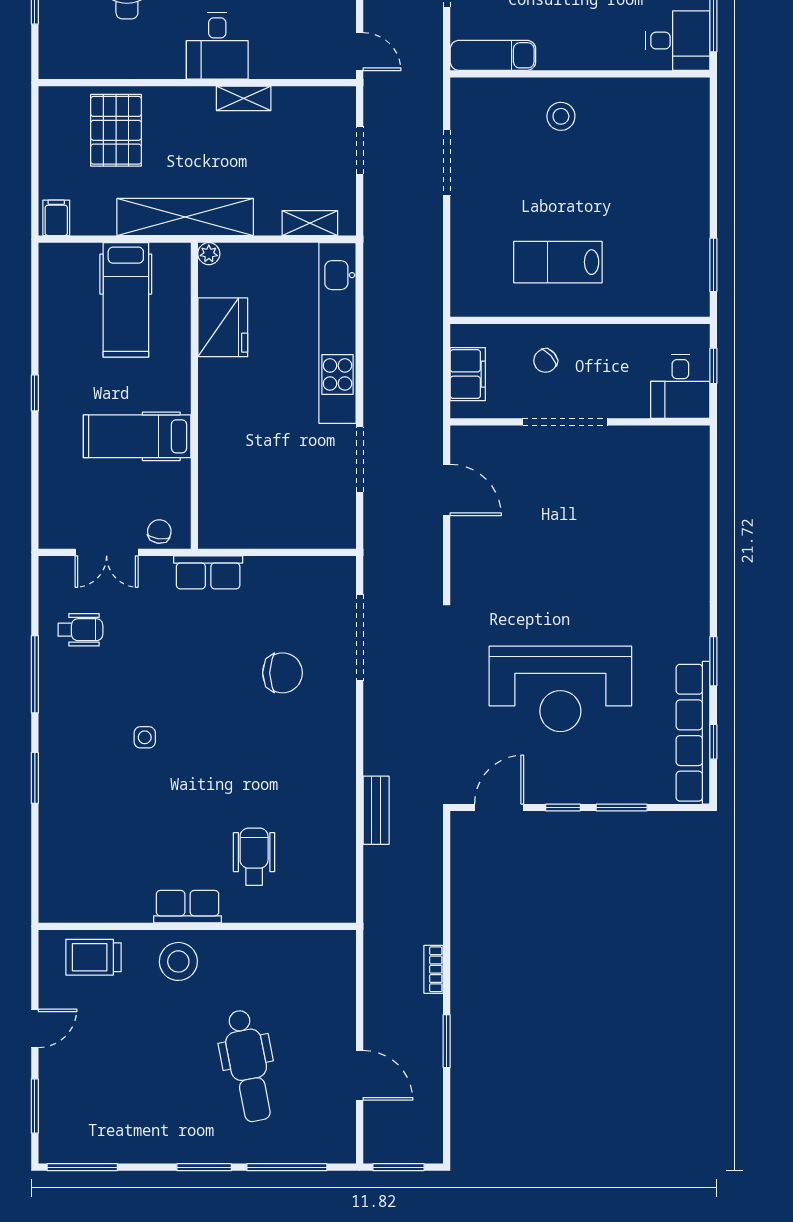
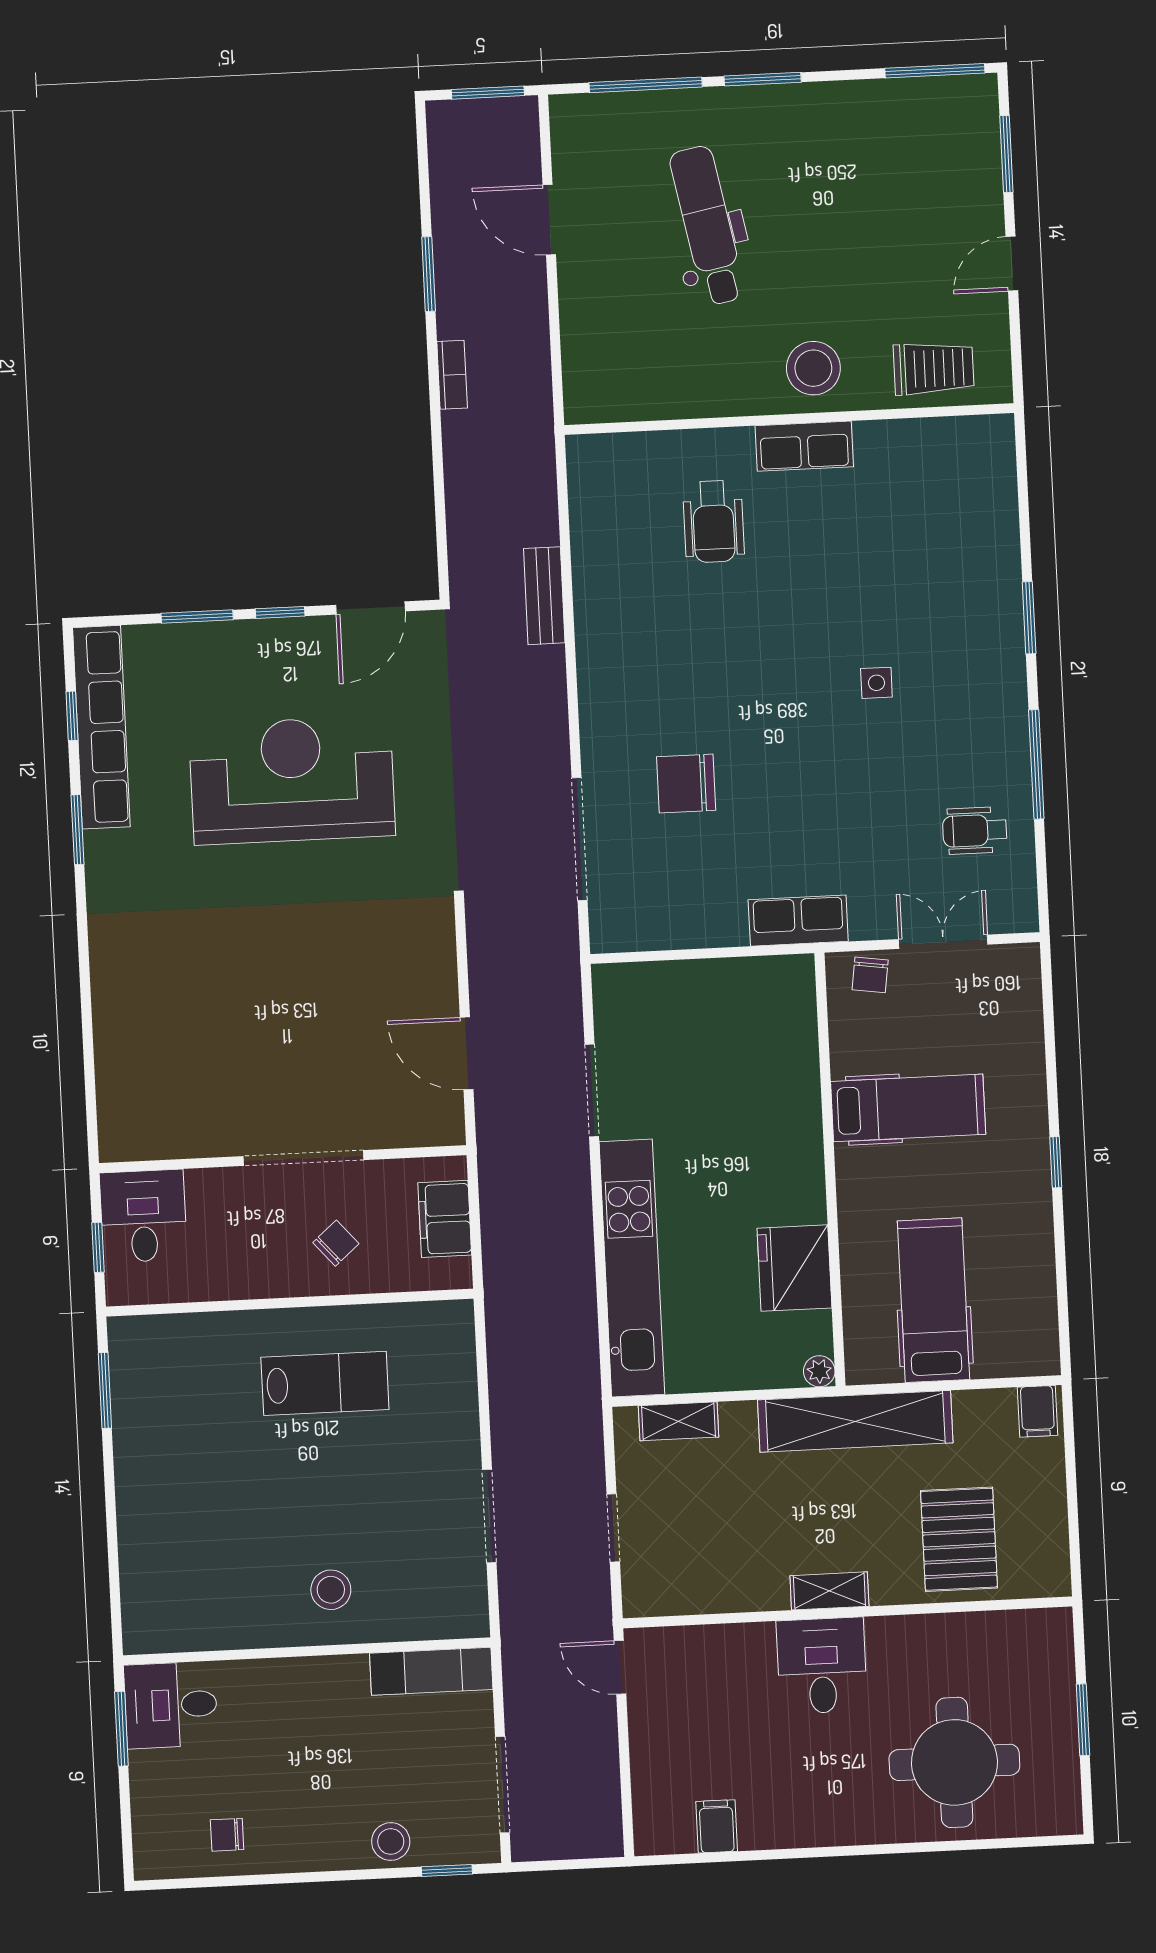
shelving: (244, 98) -> (829, 1591), moved

